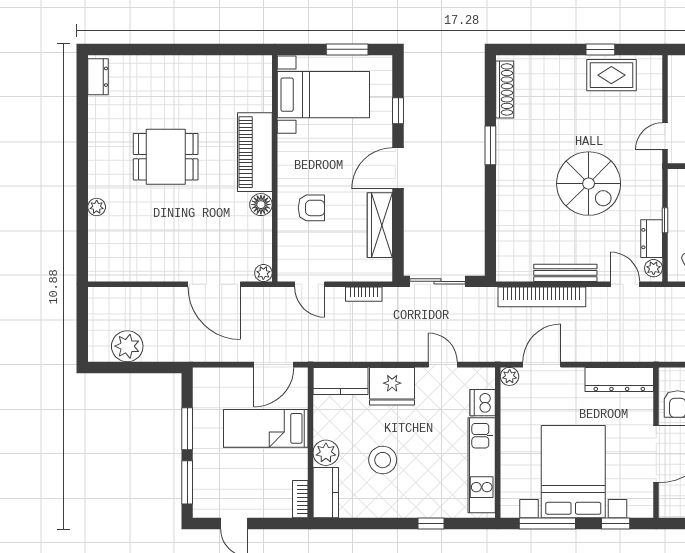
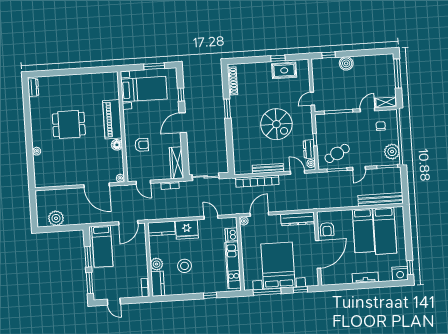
wardrobe: (380, 225) -> (176, 163), moved
bed: (266, 428) -> (102, 246), moved, turned -90

